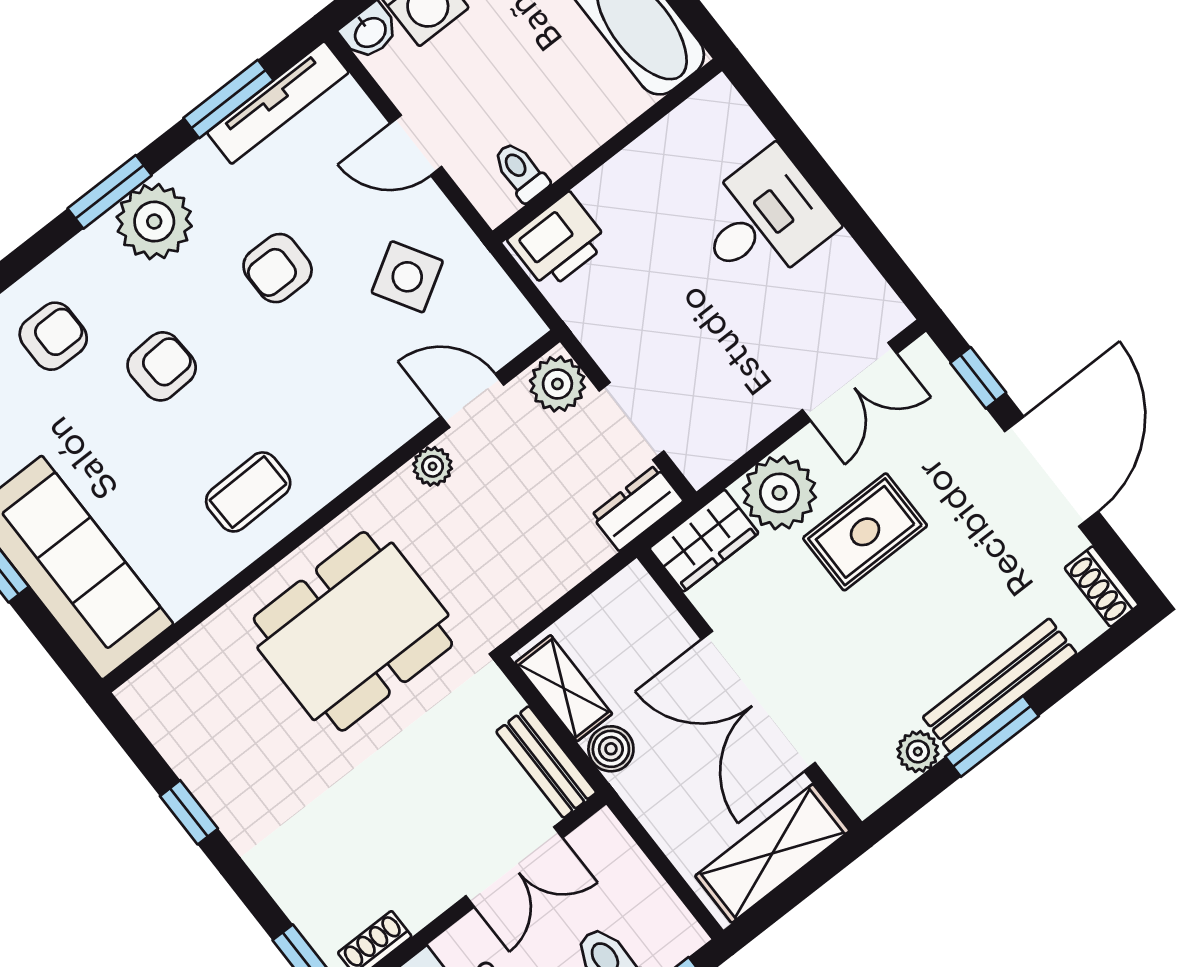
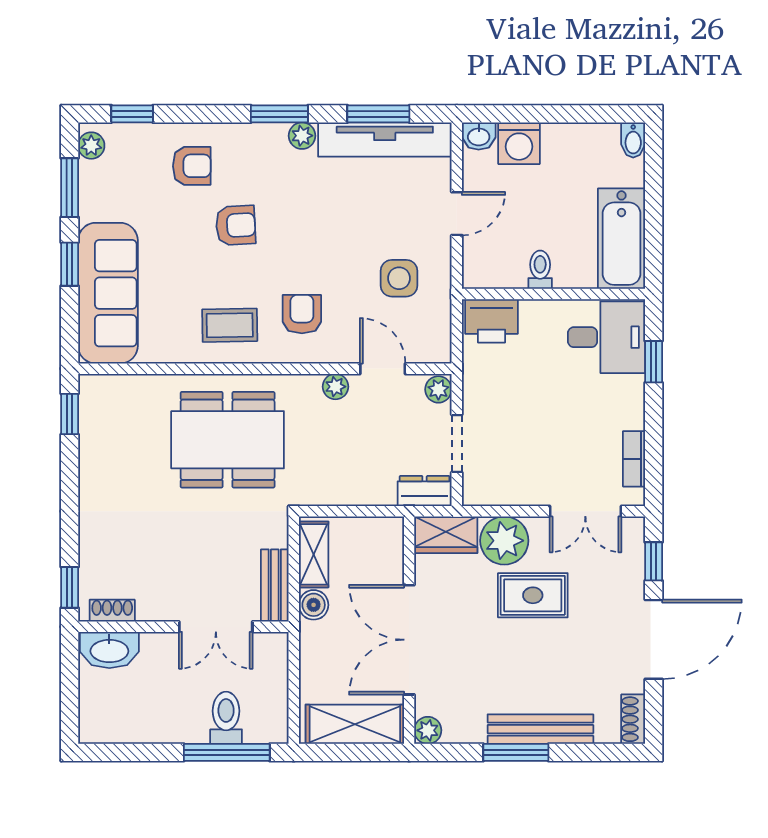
tv unit: (278, 102) -> (385, 140), width x1.36, depth x1.29
window: (791, 138) -> (654, 362), added
door: (416, 145) -> (457, 214), swing flipped
toilet: (521, 172) -> (540, 270), moved
desk: (763, 219) -> (607, 337), moved
plant: (154, 222) -> (302, 136), width x0.53, depth x0.53
armchair: (278, 268) -> (302, 314), moved, turned 90
bookcase: (859, 273) -> (634, 459), added
side table: (407, 277) -> (399, 278), turned 31
plant: (557, 384) -> (438, 389), width x0.73, depth x0.73
plant: (918, 752) -> (428, 730), moved
window: (189, 812) -> (70, 414), moved

